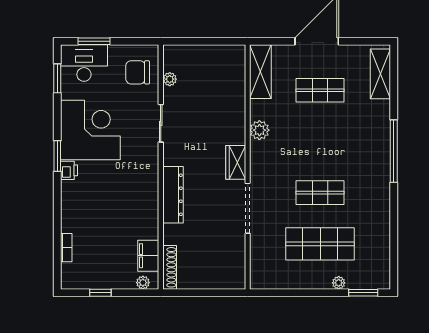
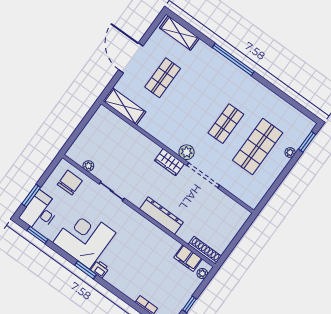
chair: (138, 72) -> (70, 183), turned 180
plant: (259, 130) -> (187, 152), moved

